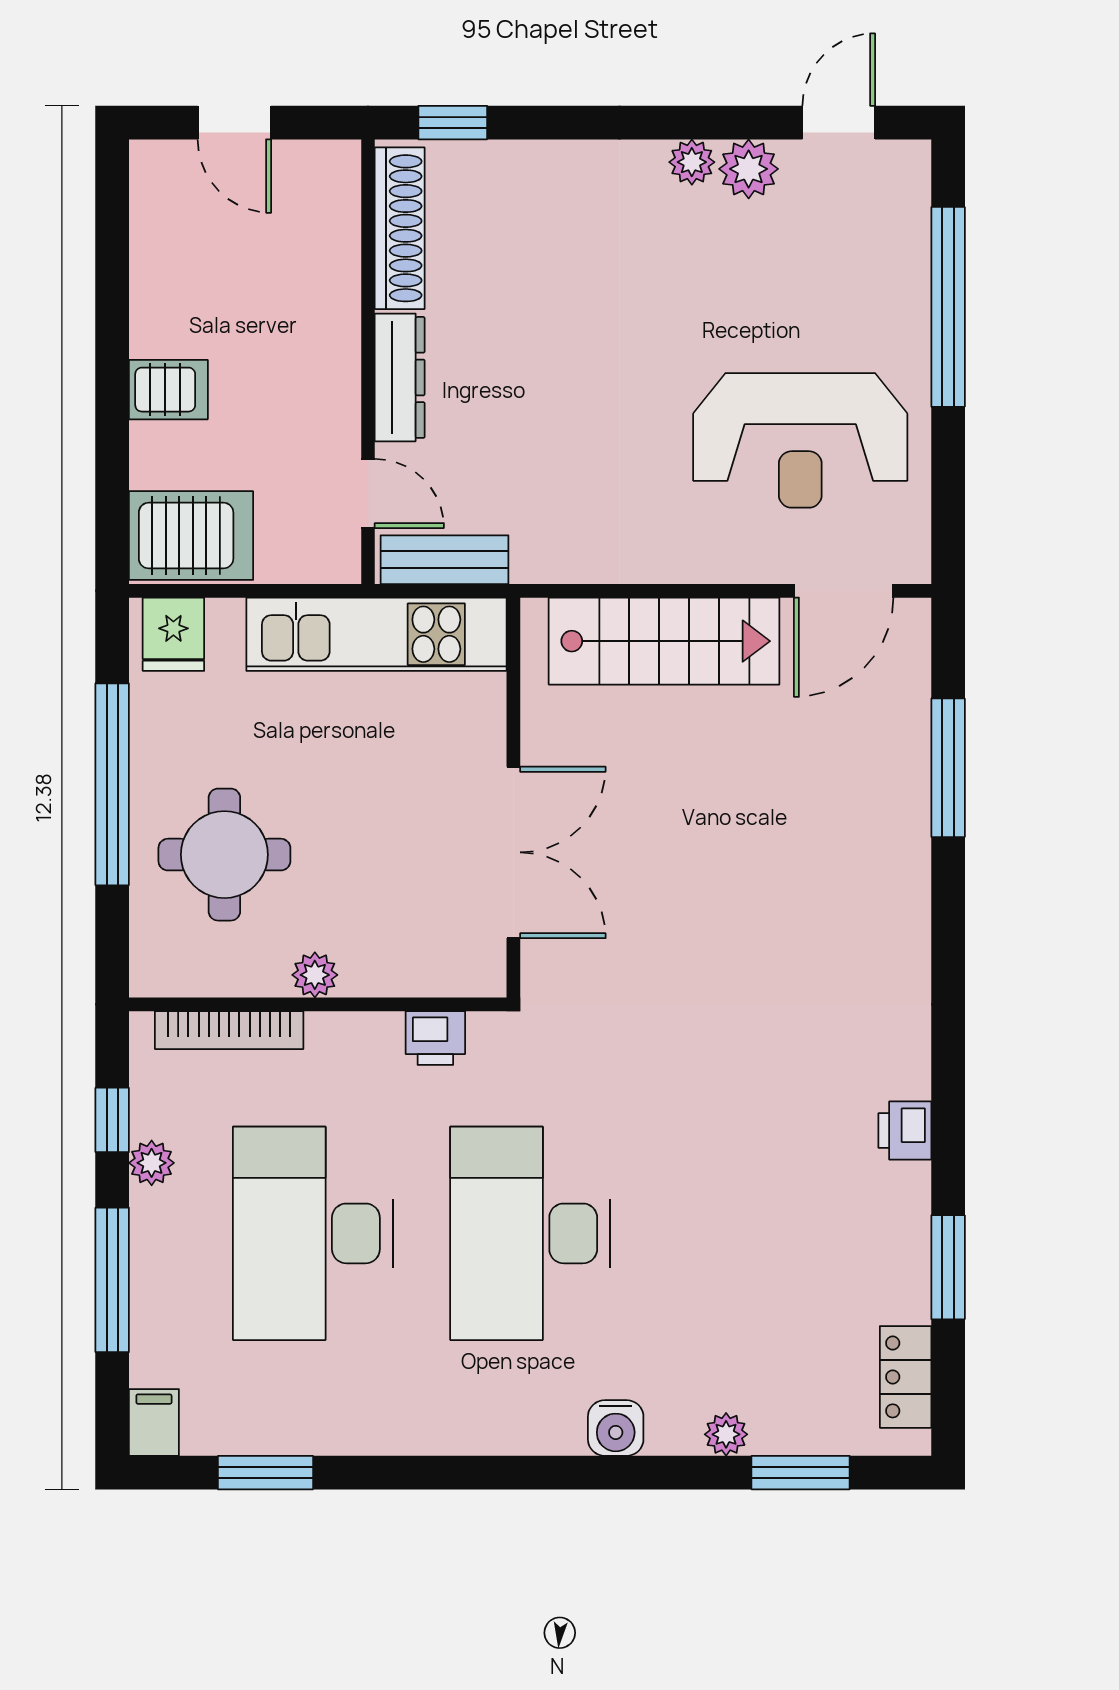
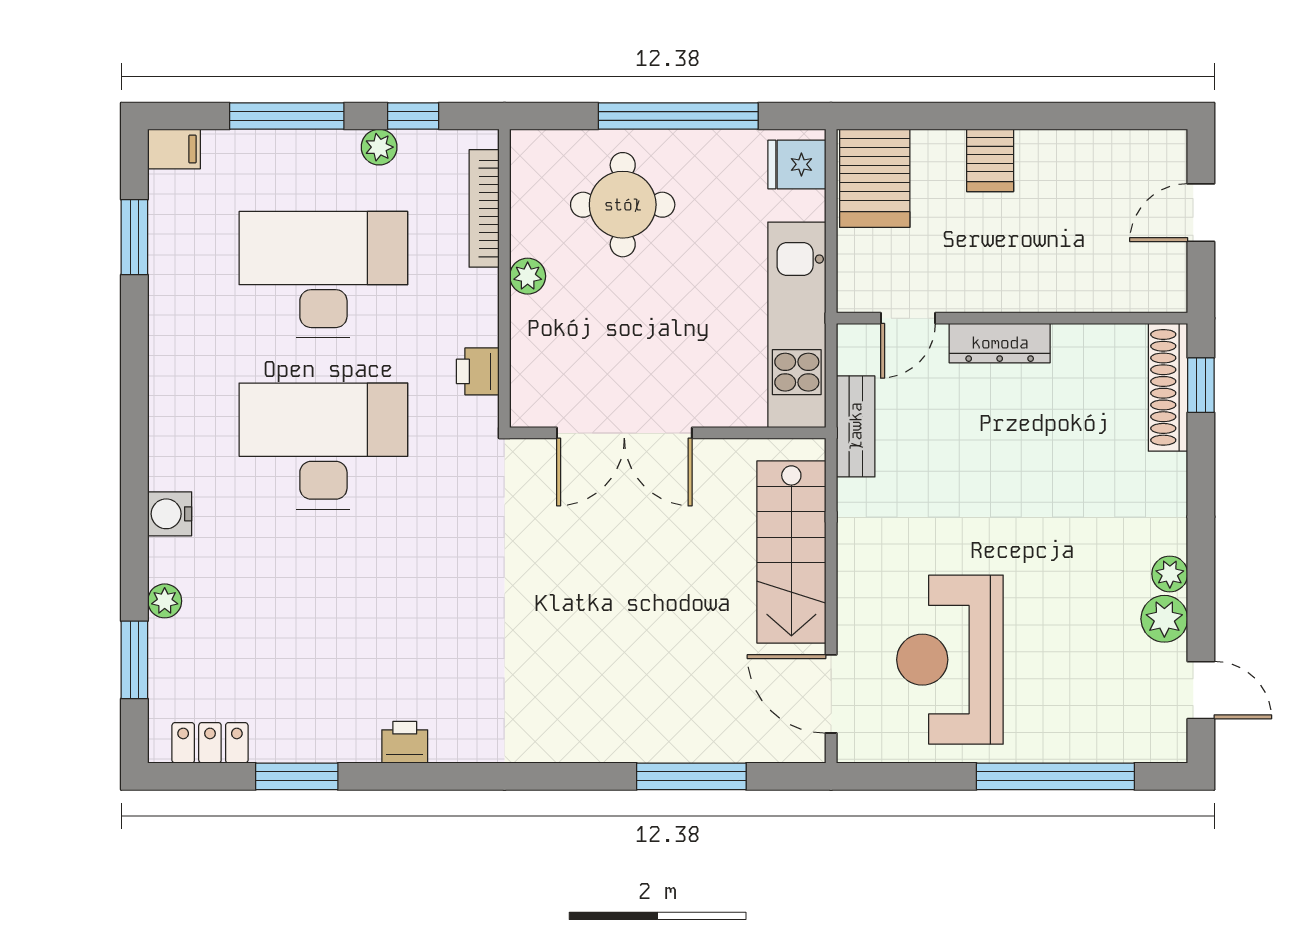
shoe rack: (400, 228) -> (1168, 387), moved, turned 90
bench: (445, 560) -> (856, 426), moved

